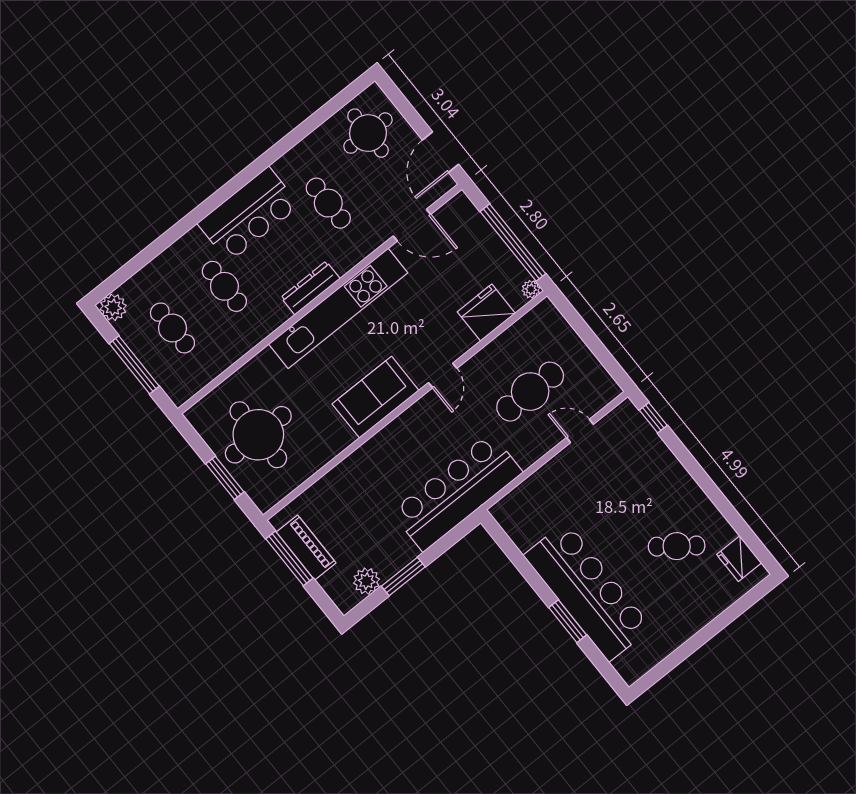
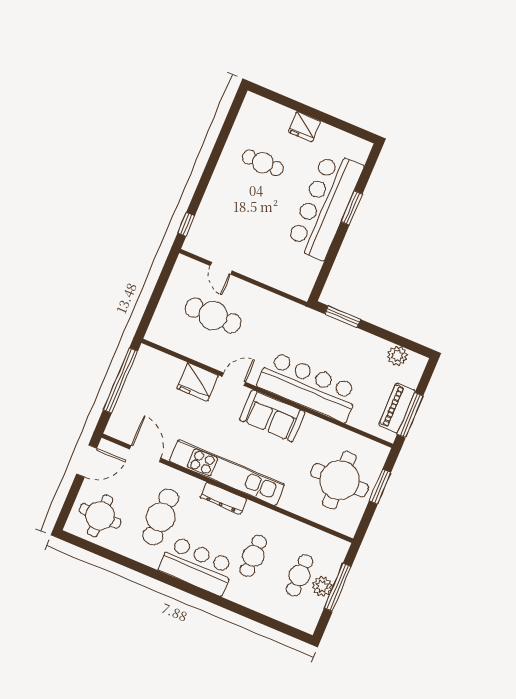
cafe table: (328, 203) -> (161, 517), width x1.37, depth x1.35
plant: (531, 289) -> (145, 352), removed
plant: (113, 307) -> (322, 587), moved
fridge: (486, 313) -> (198, 382), moved
bar counter: (457, 492) -> (308, 387), moved, turned 180
cafe table: (677, 546) -> (263, 163), turned -37
fridge: (739, 559) -> (305, 127), moved, turned 90
window: (403, 577) -> (342, 317), moved

